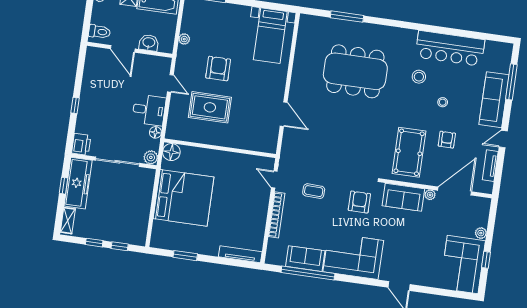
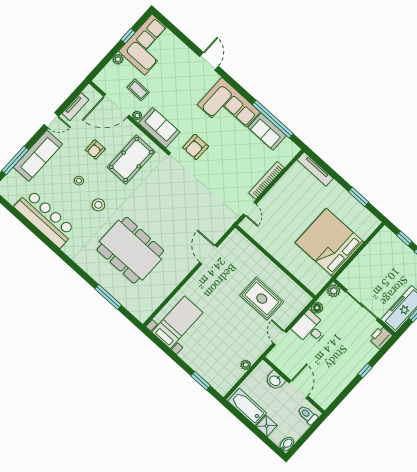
armchair: (218, 69) -> (235, 324), removed
stool: (419, 77) -> (98, 205), moved
floor lamp: (171, 152) -> (315, 284), removed
coffee table: (314, 191) -> (138, 90), moved

